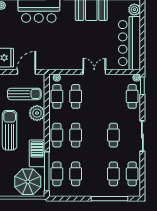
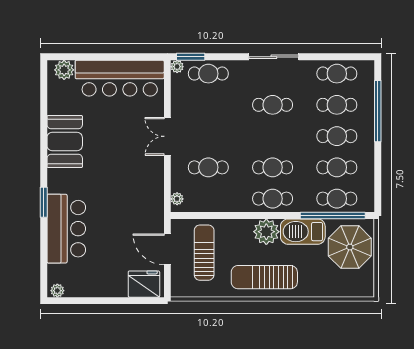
cafe table: (57, 96) -> (337, 136), moved
plant: (37, 113) -> (266, 232), moved

